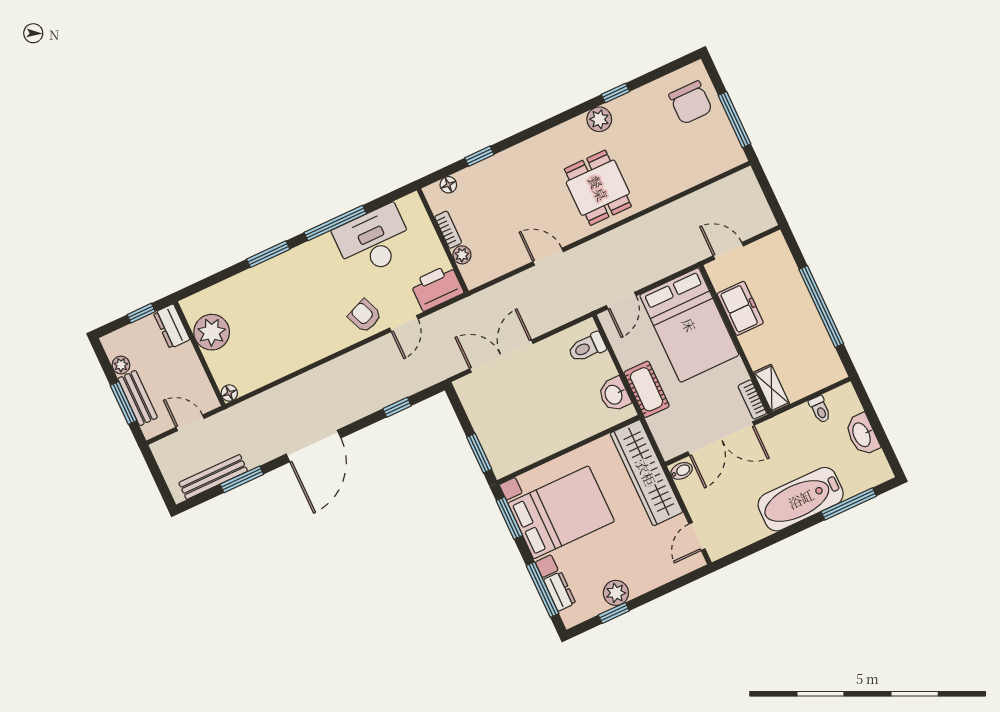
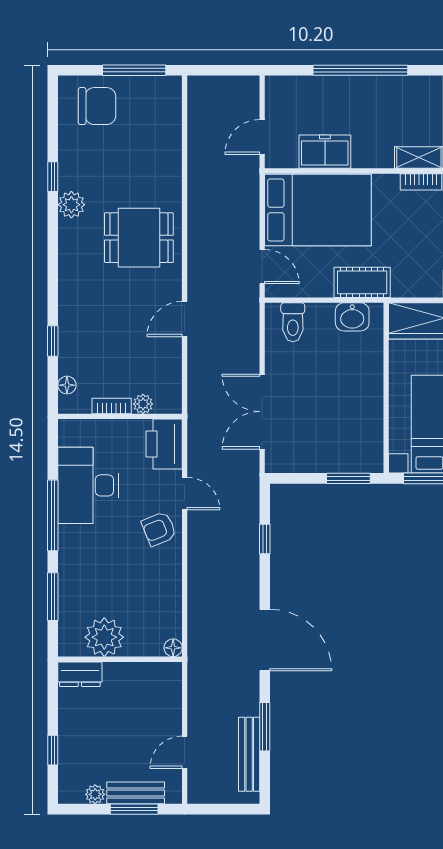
dresser: (172, 326) -> (80, 674), moved
plant: (212, 332) -> (104, 637), moved
wall: (199, 354) -> (120, 659), moved
floor lamp: (229, 393) -> (173, 648), moved

